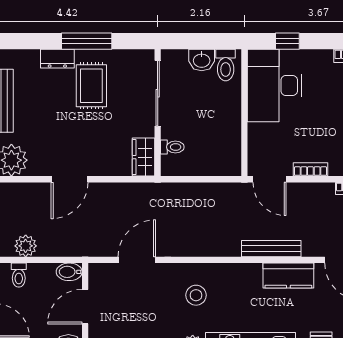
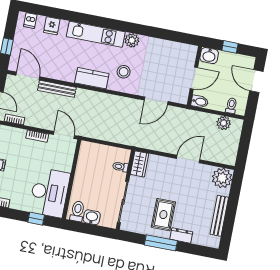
bench: (271, 249) -> (57, 89), moved
kitchen counter: (288, 276) -> (92, 78), moved

